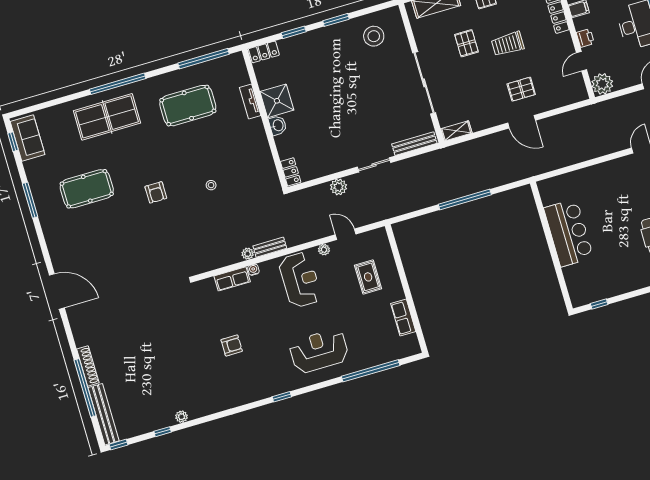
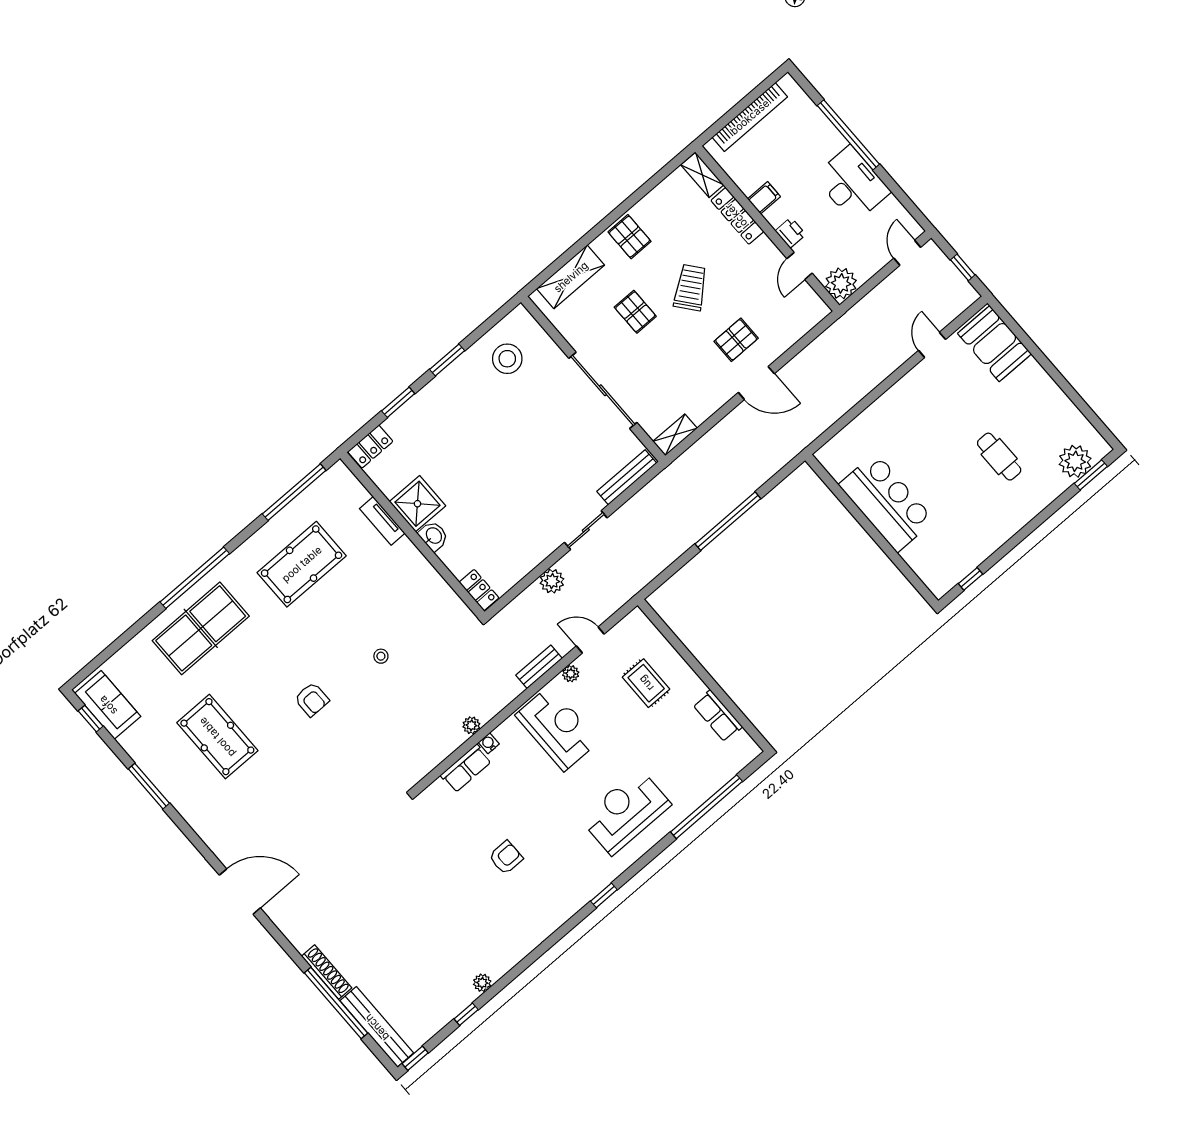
trolley: (508, 44) -> (690, 288), turned 141
pool table: (87, 189) -> (217, 737), turned 90
bench: (270, 247) -> (539, 667), moved

